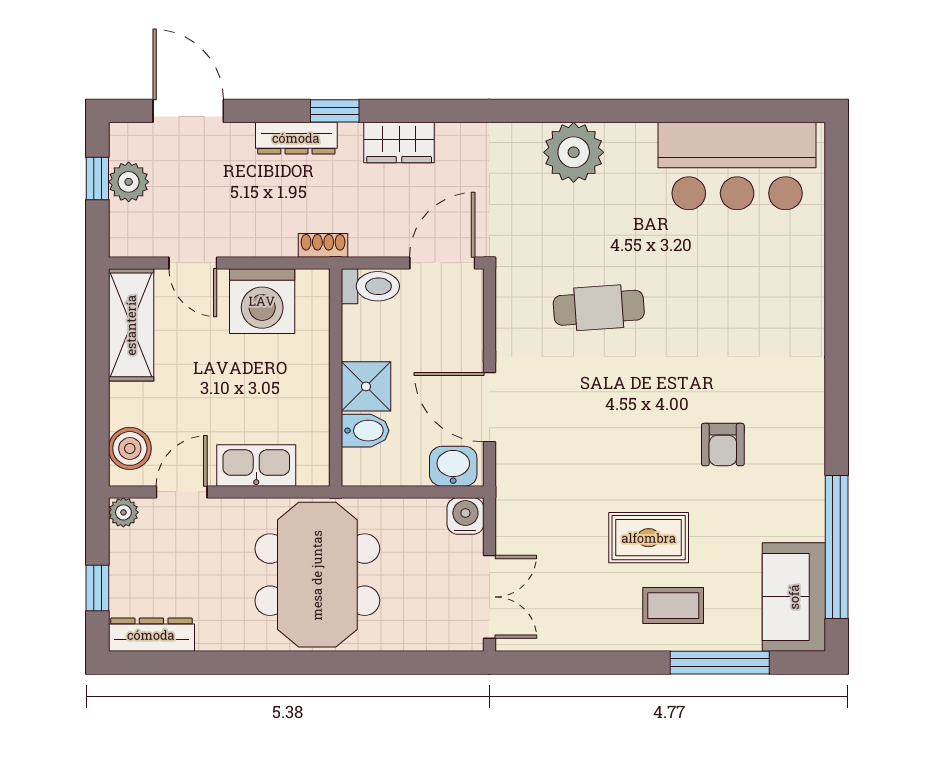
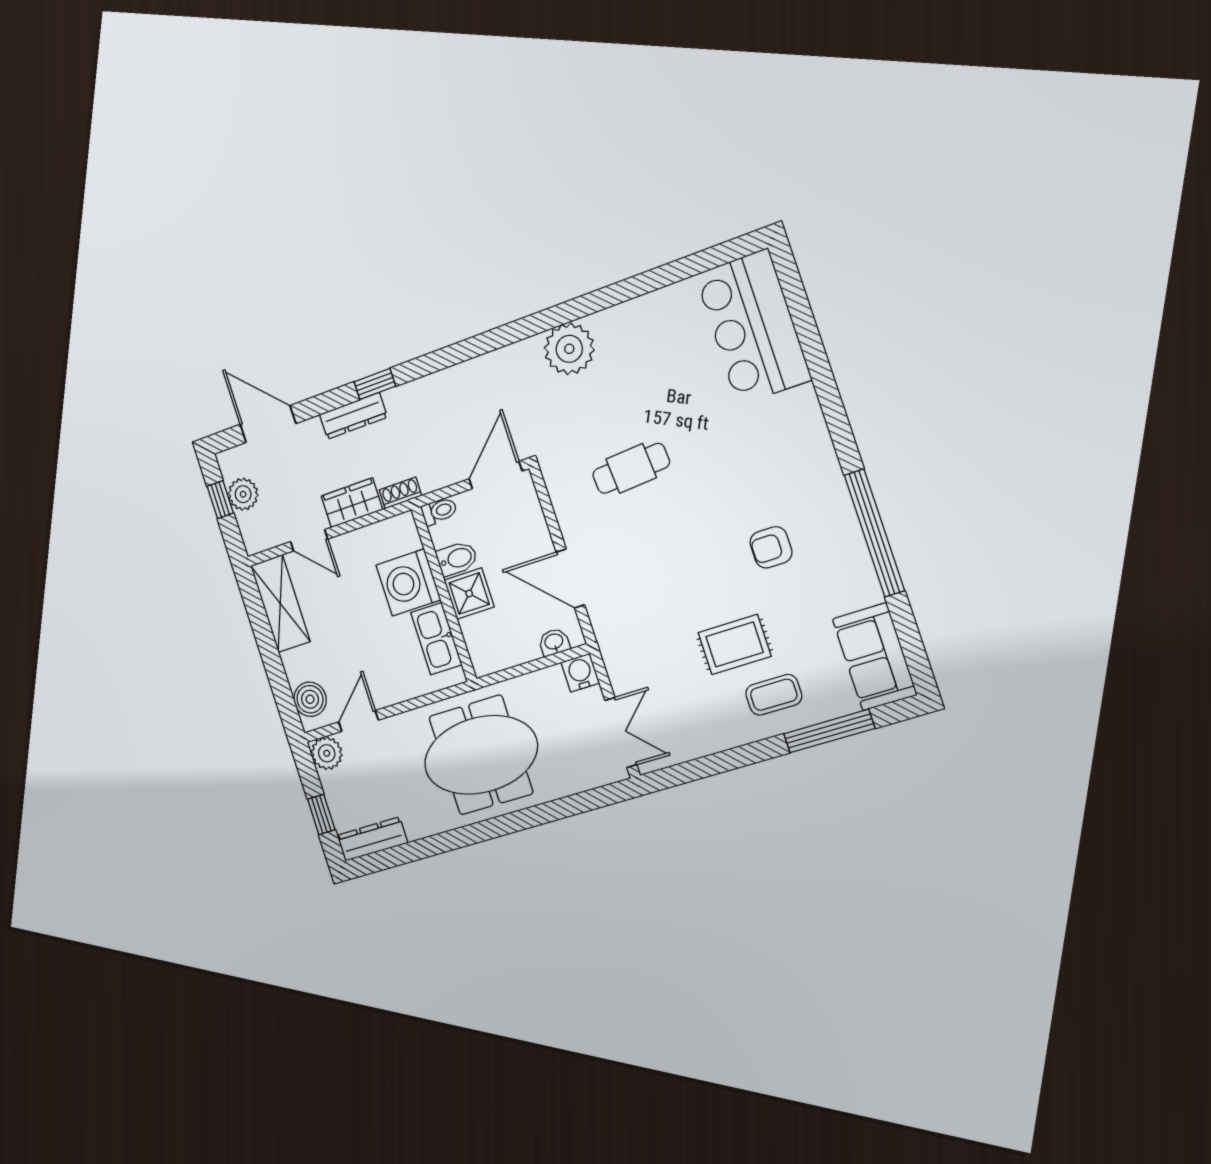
wardrobe: (399, 143) -> (352, 503), moved, turned 180
bar counter: (737, 166) -> (753, 327), moved, turned 90
toilet: (370, 286) -> (439, 511), width x0.73, depth x0.72
washing machine: (262, 301) -> (408, 582), moved, turned 90
bidet: (365, 431) -> (457, 559), moved
armchair: (723, 445) -> (771, 547), turned 90
kitchen sink: (256, 465) -> (436, 639), moved, turned -90
washbasin: (453, 466) -> (554, 642), width x0.72, depth x0.69
plant: (123, 512) -> (327, 753), width x1.38, depth x1.38
window: (837, 547) -> (874, 533), moved
meeting table: (317, 575) -> (481, 755), turned 90

